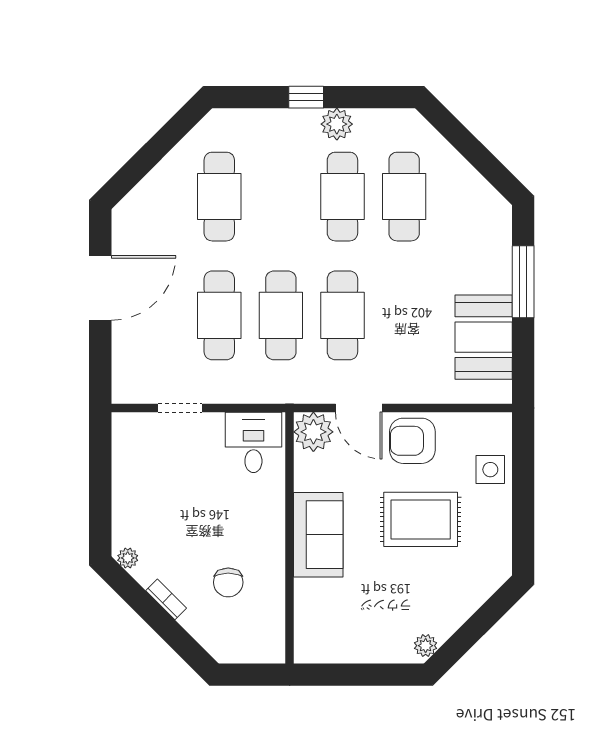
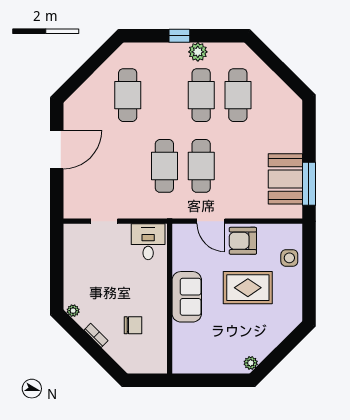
window: (523, 282) -> (309, 184), moved
cafe table: (219, 315) -> (128, 166), removed
plant: (313, 432) -> (184, 235), removed
chair: (228, 582) -> (133, 325), turned -90

